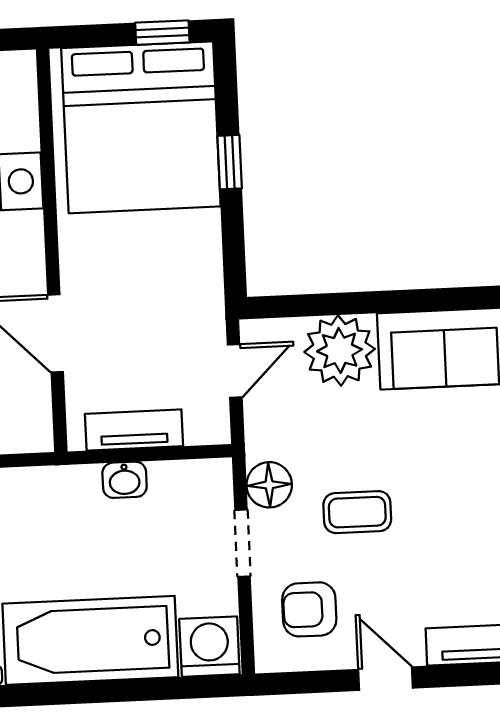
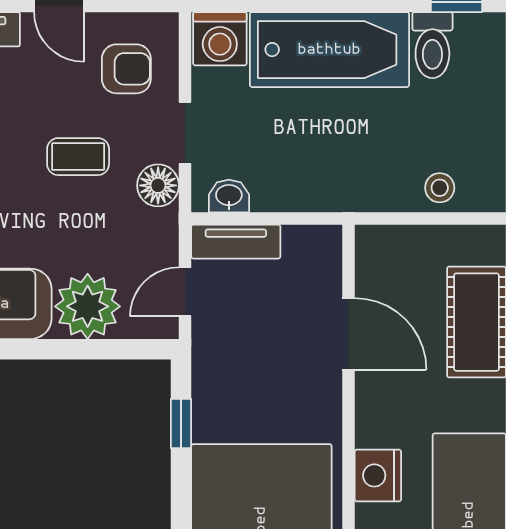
window: (230, 162) -> (181, 424), moved
tv unit: (134, 430) -> (236, 242), moved
washbasin: (125, 480) -> (229, 196), moved

